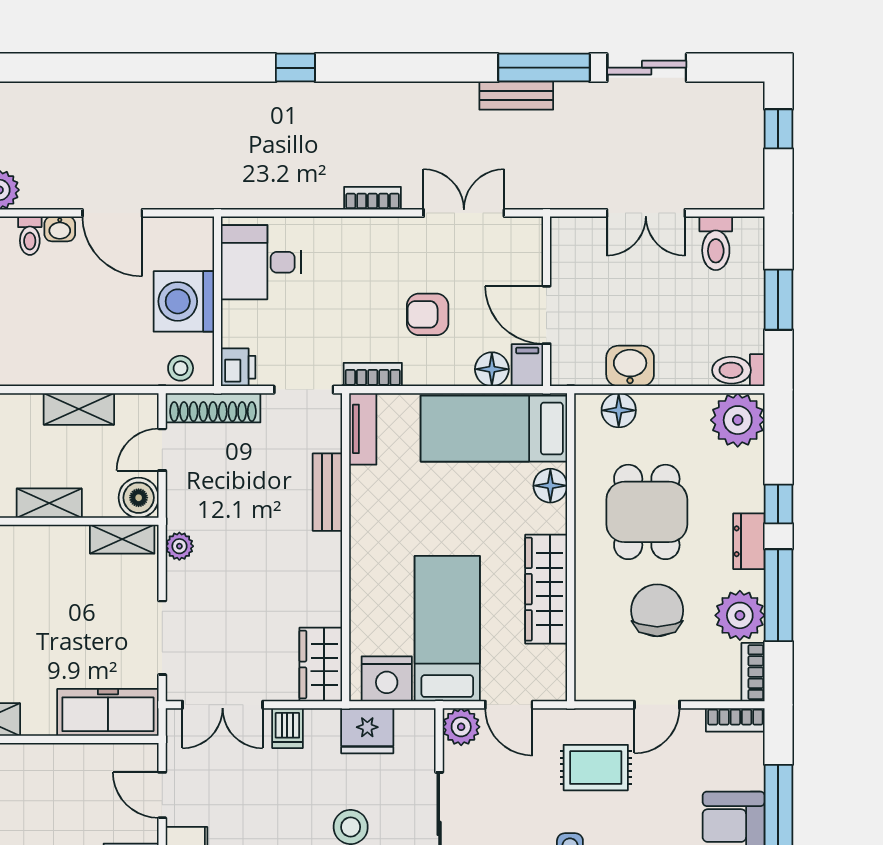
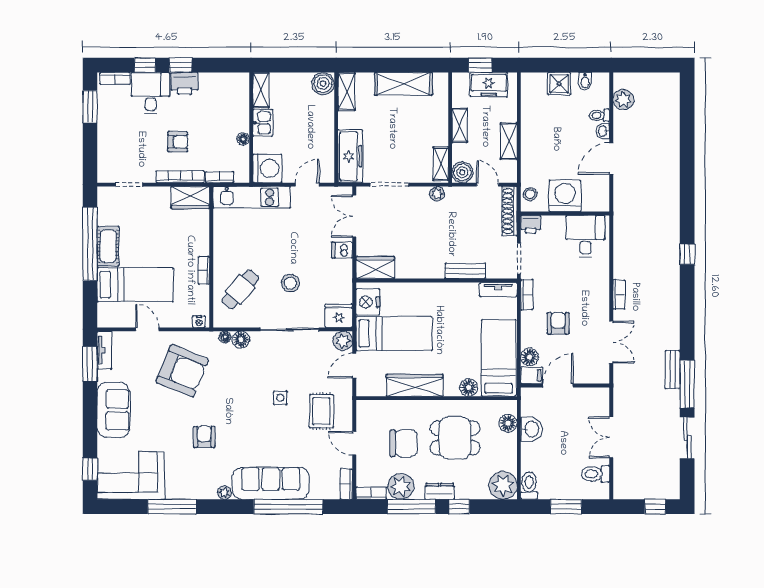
fridge: (367, 731) -> (339, 316), moved, turned 90

